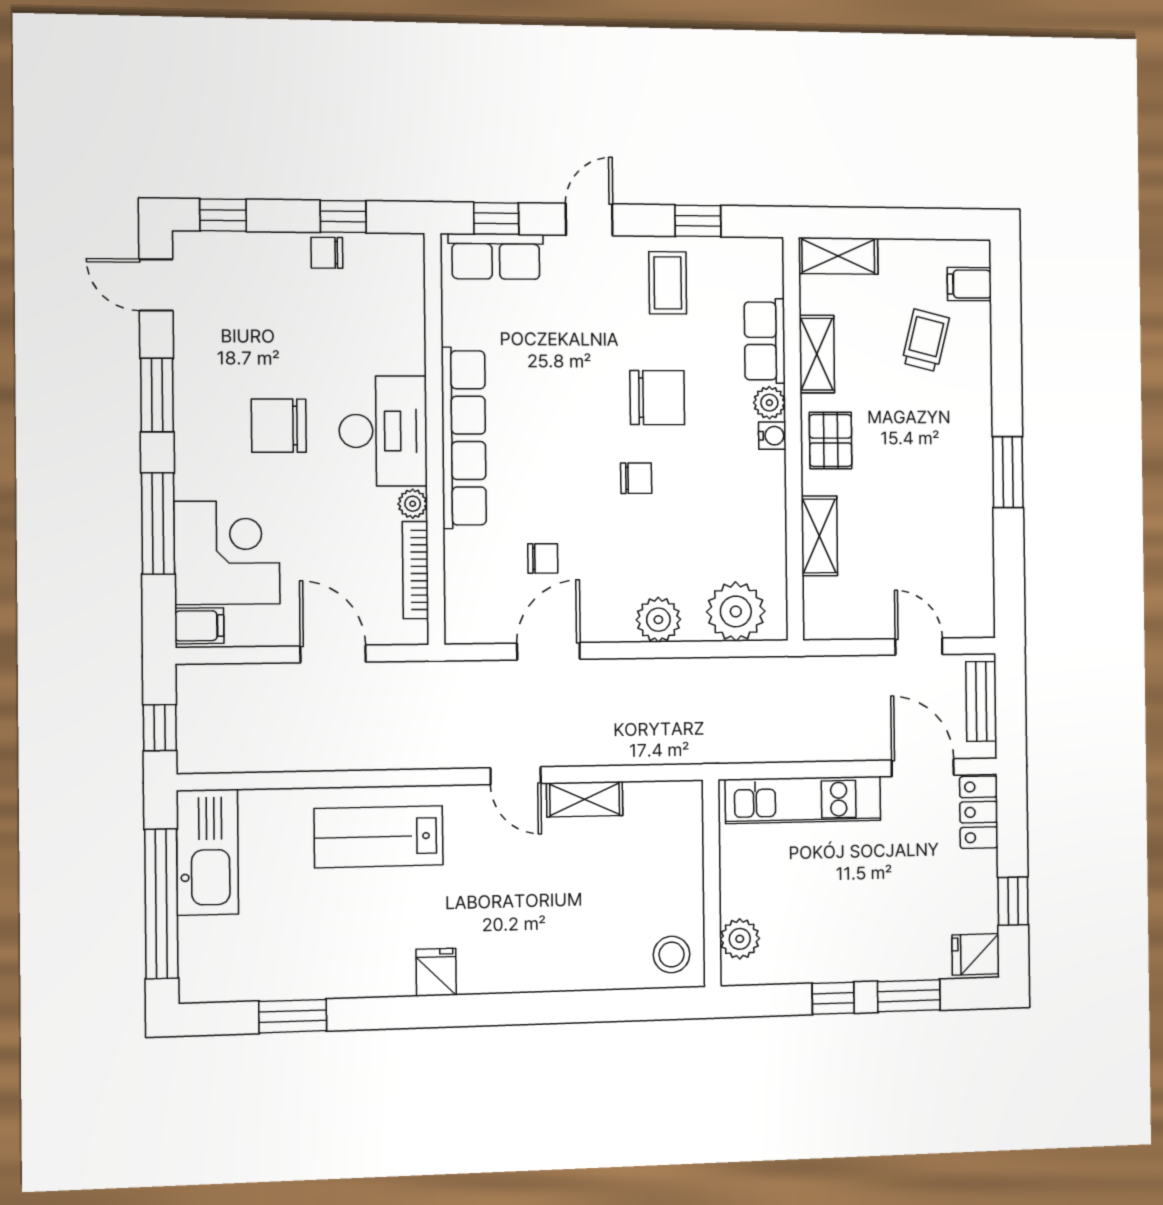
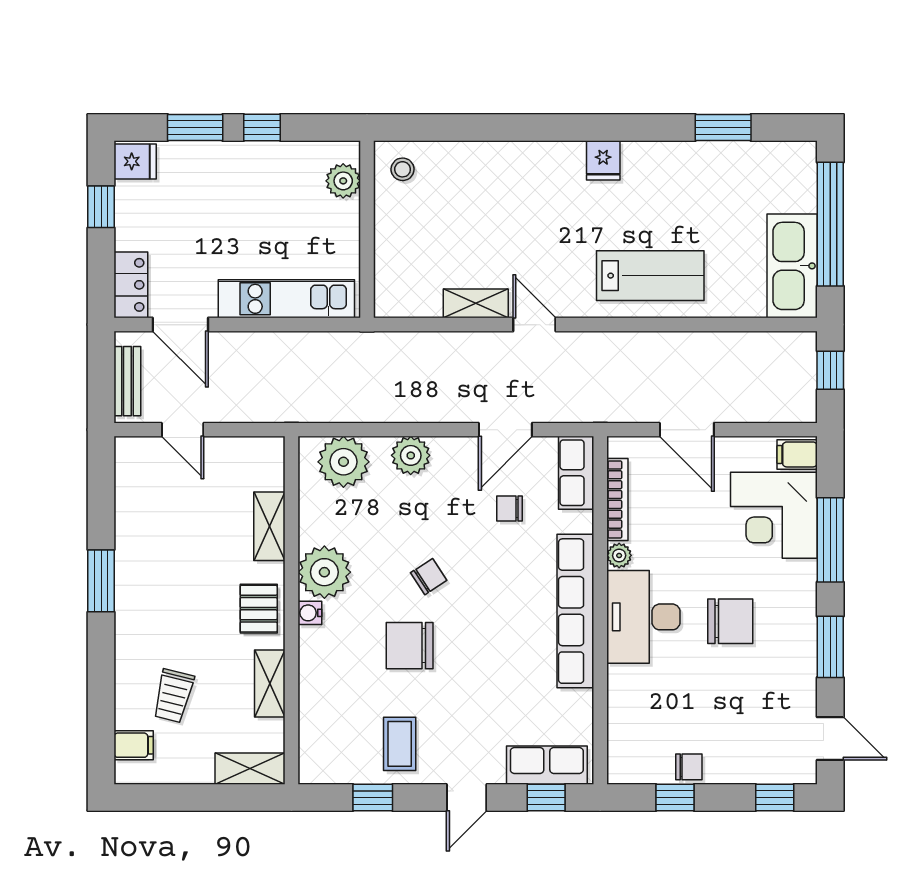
row of seats: (765, 341) -> (576, 473), moved, turned 180
plant: (769, 403) -> (324, 572), moved, width x1.87, depth x1.87
chair: (636, 478) -> (429, 577), turned 147
stool: (672, 955) -> (403, 169), width x0.73, depth x0.73

